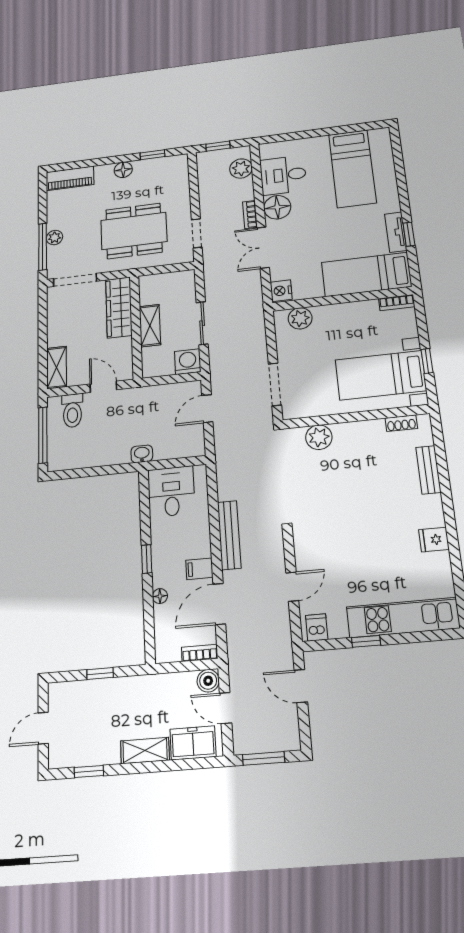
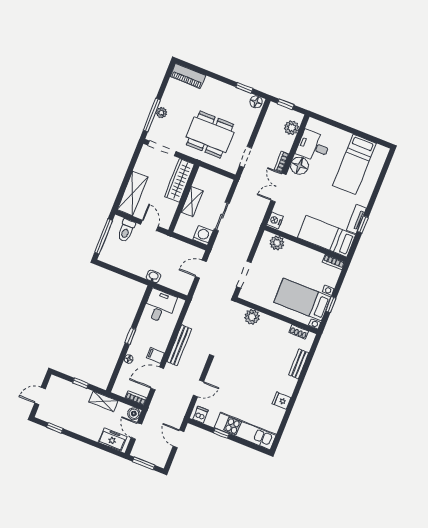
floor lamp: (123, 170) -> (256, 102), moved
shelving: (57, 367) -> (132, 193), width x1.50, depth x1.33
shelving: (145, 751) -> (103, 401), moved

